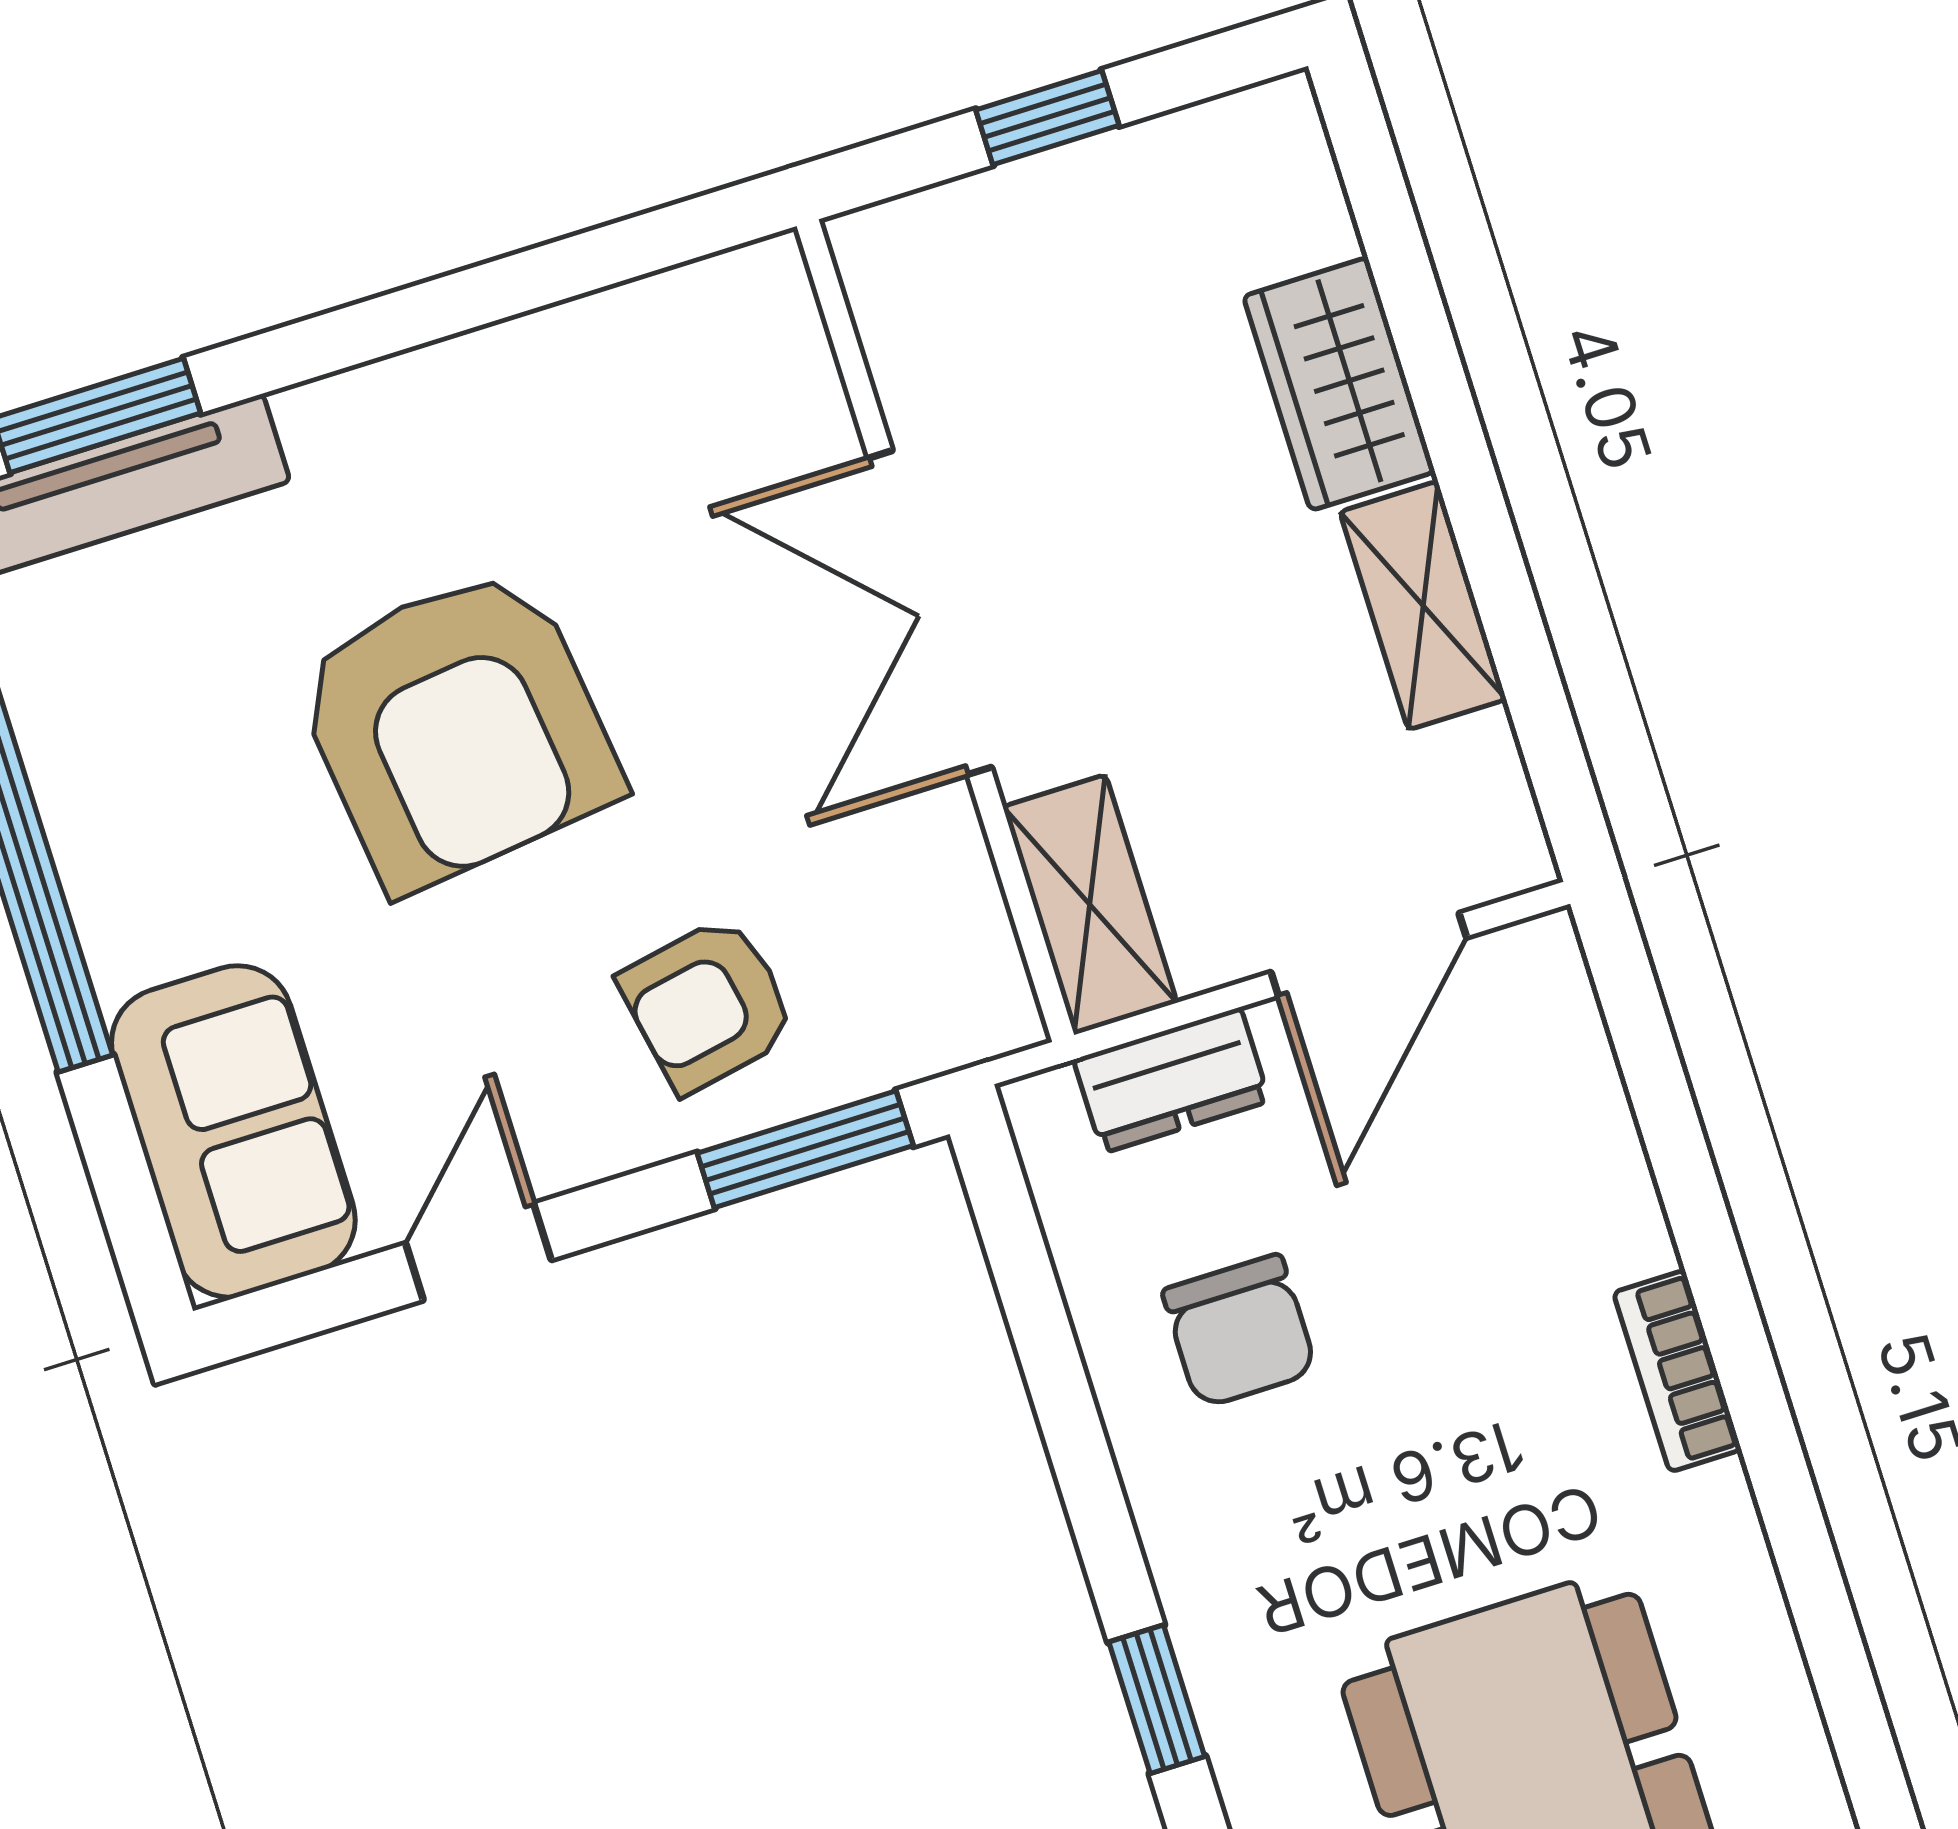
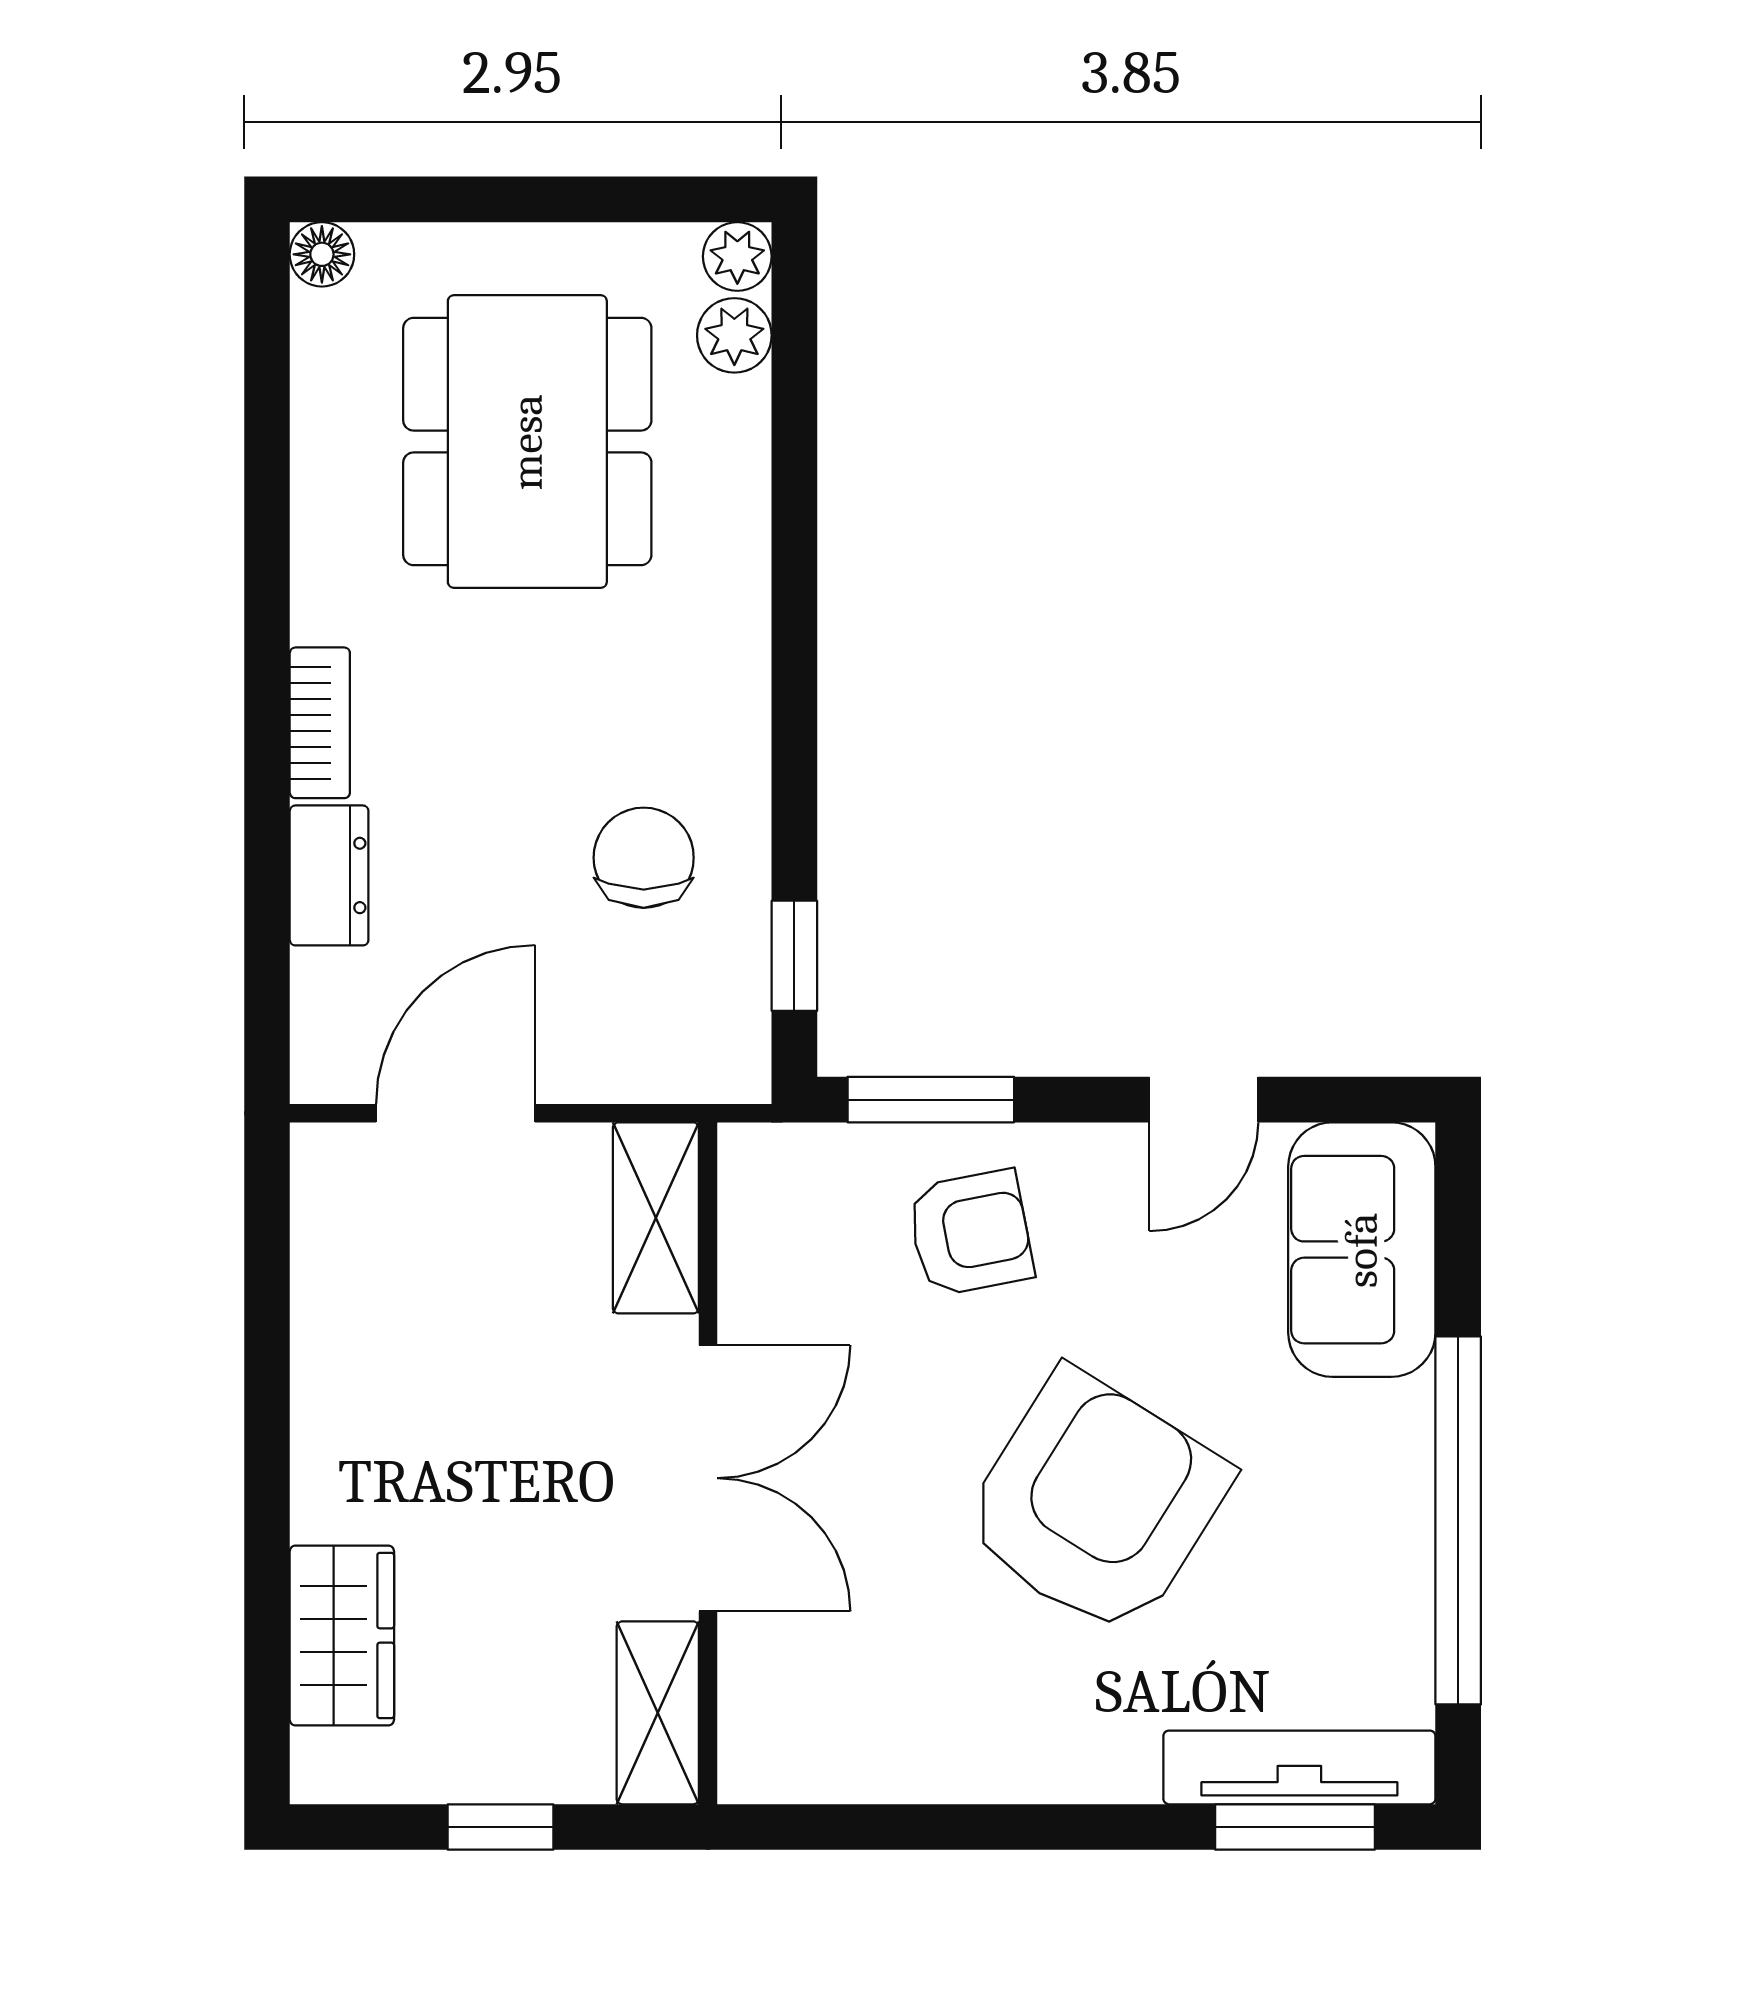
wardrobe: (1339, 384) -> (342, 1636), moved
shelving: (1423, 605) -> (658, 1713), moved
armchair: (457, 728) -> (1096, 1503), turned 39
dresser: (1172, 1080) -> (329, 875), moved, turned 90
window: (1157, 1699) -> (794, 956), moved

